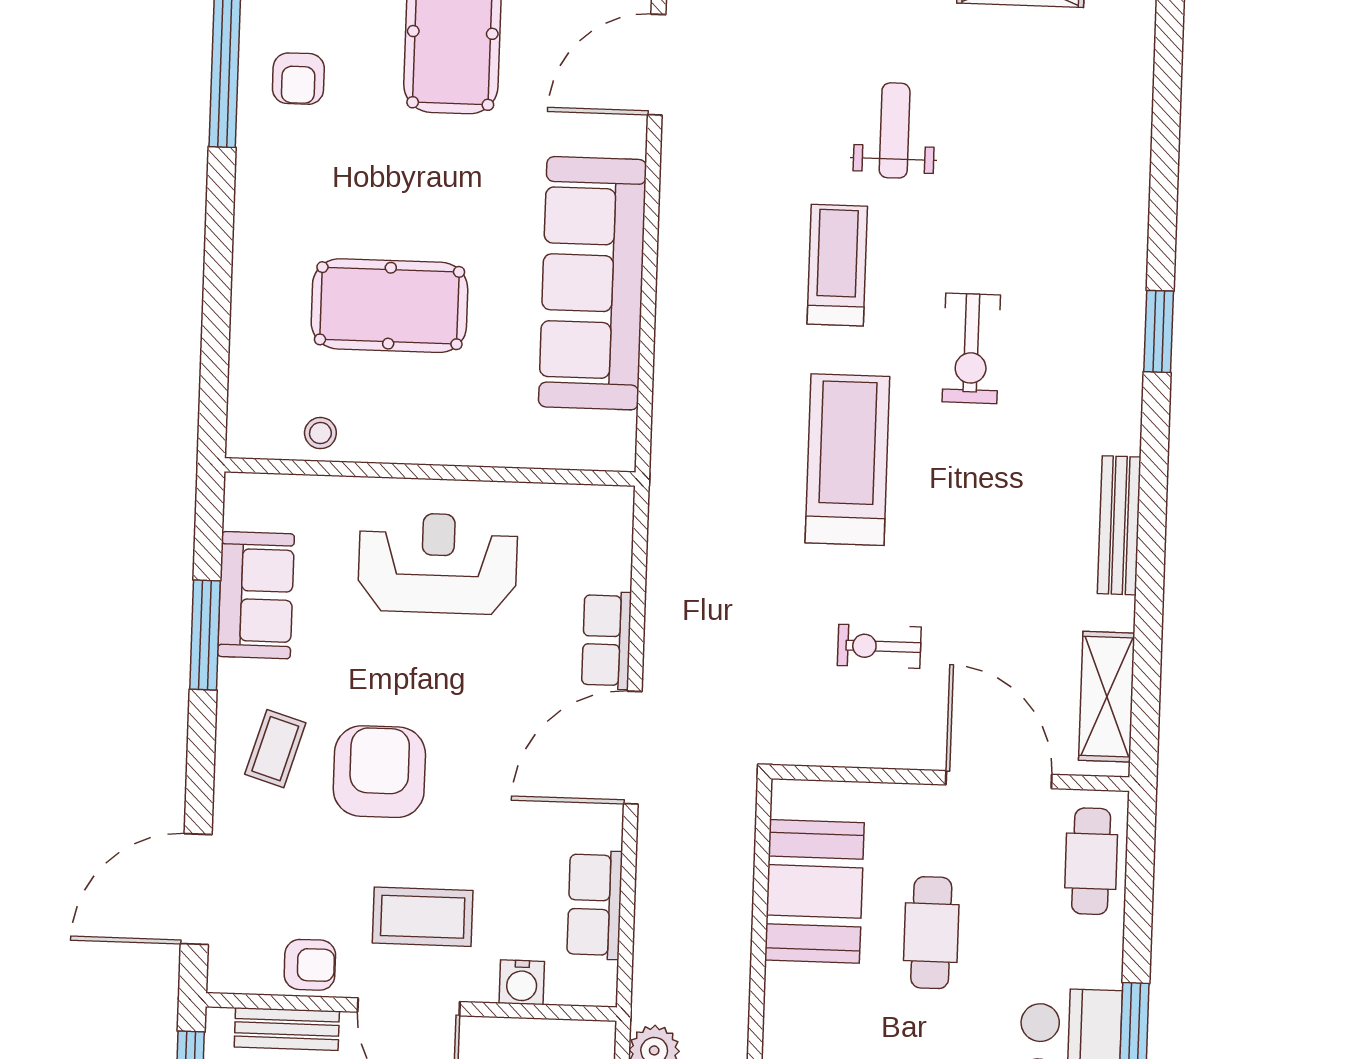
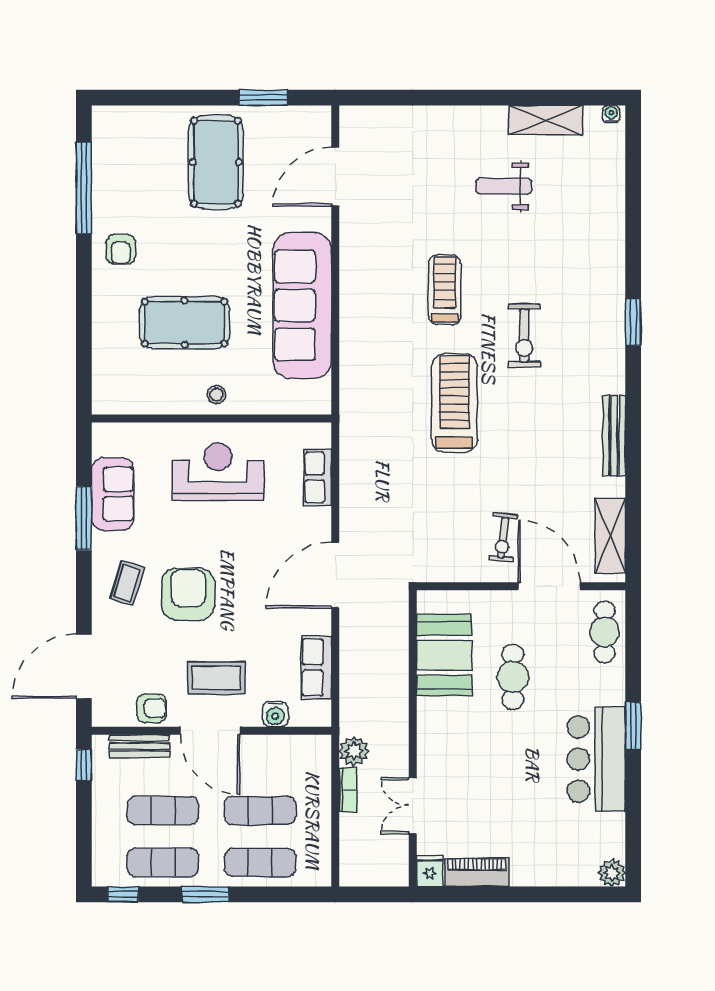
armchair: (298, 79) -> (121, 249), moved
weight bench: (895, 130) -> (504, 186), moved, turned -90
stool: (320, 433) -> (216, 395), moved
row of seats: (607, 640) -> (318, 477), moved
exercise bike: (879, 646) -> (503, 538), moved, turned -84

